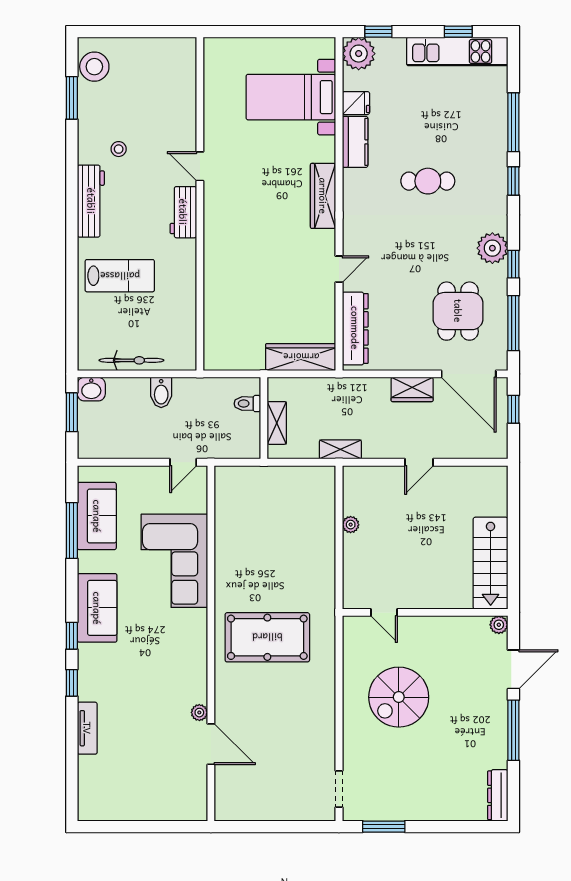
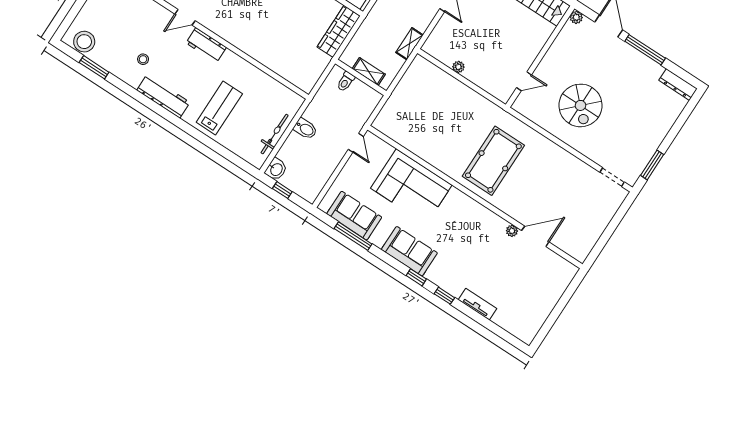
window: (72, 412) -> (282, 190), width x0.67

